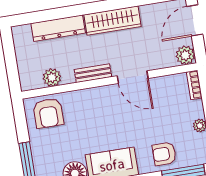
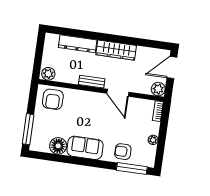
plant: (52, 77) -> (48, 74), moved

